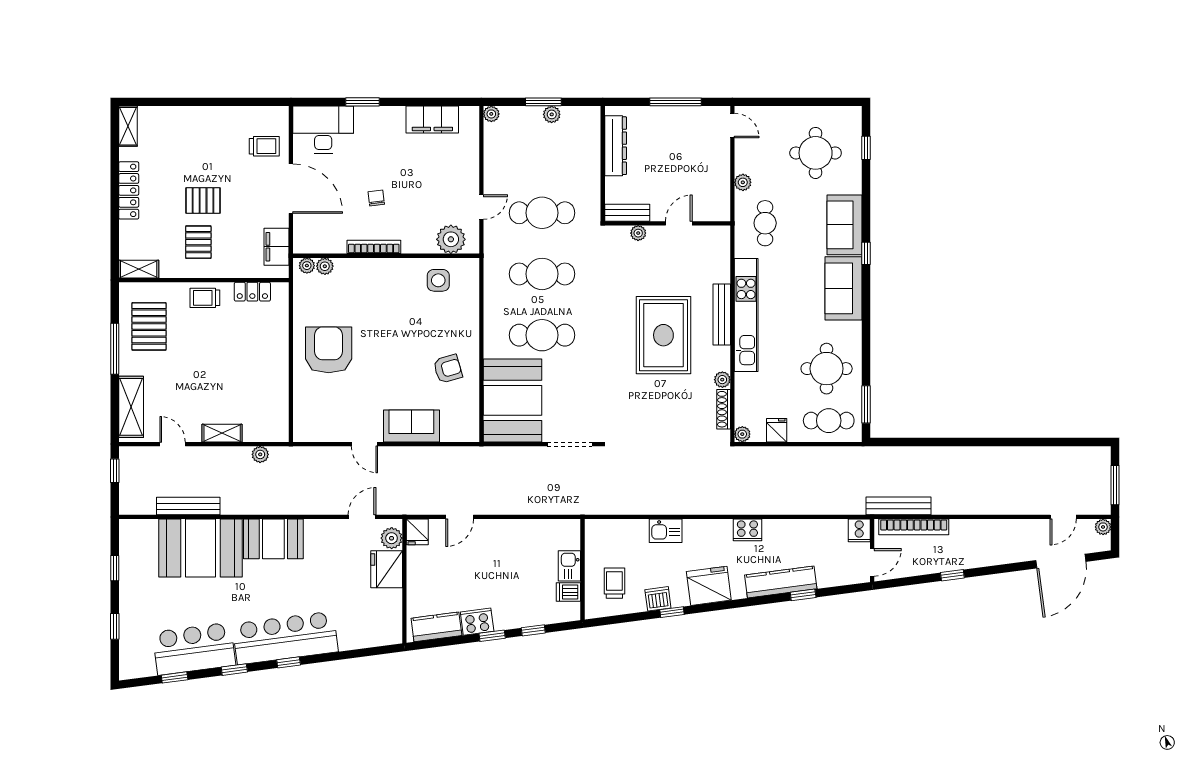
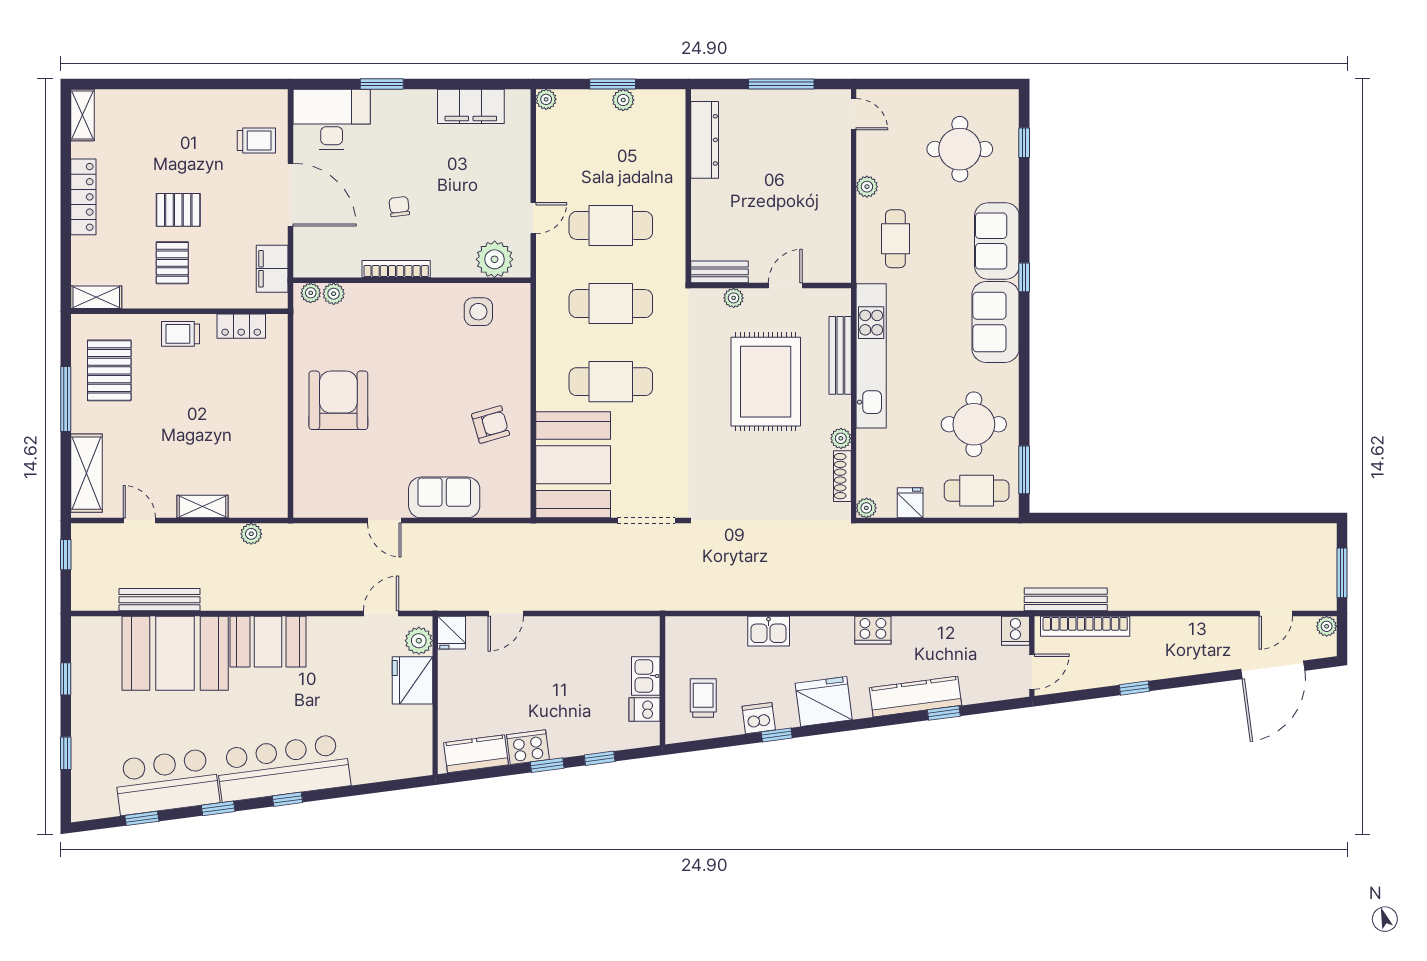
bench: (627, 213) -> (720, 272), moved
wall: (668, 223) -> (771, 285), moved
door: (679, 223) -> (785, 285), moved
plant: (638, 233) -> (734, 298), moved

